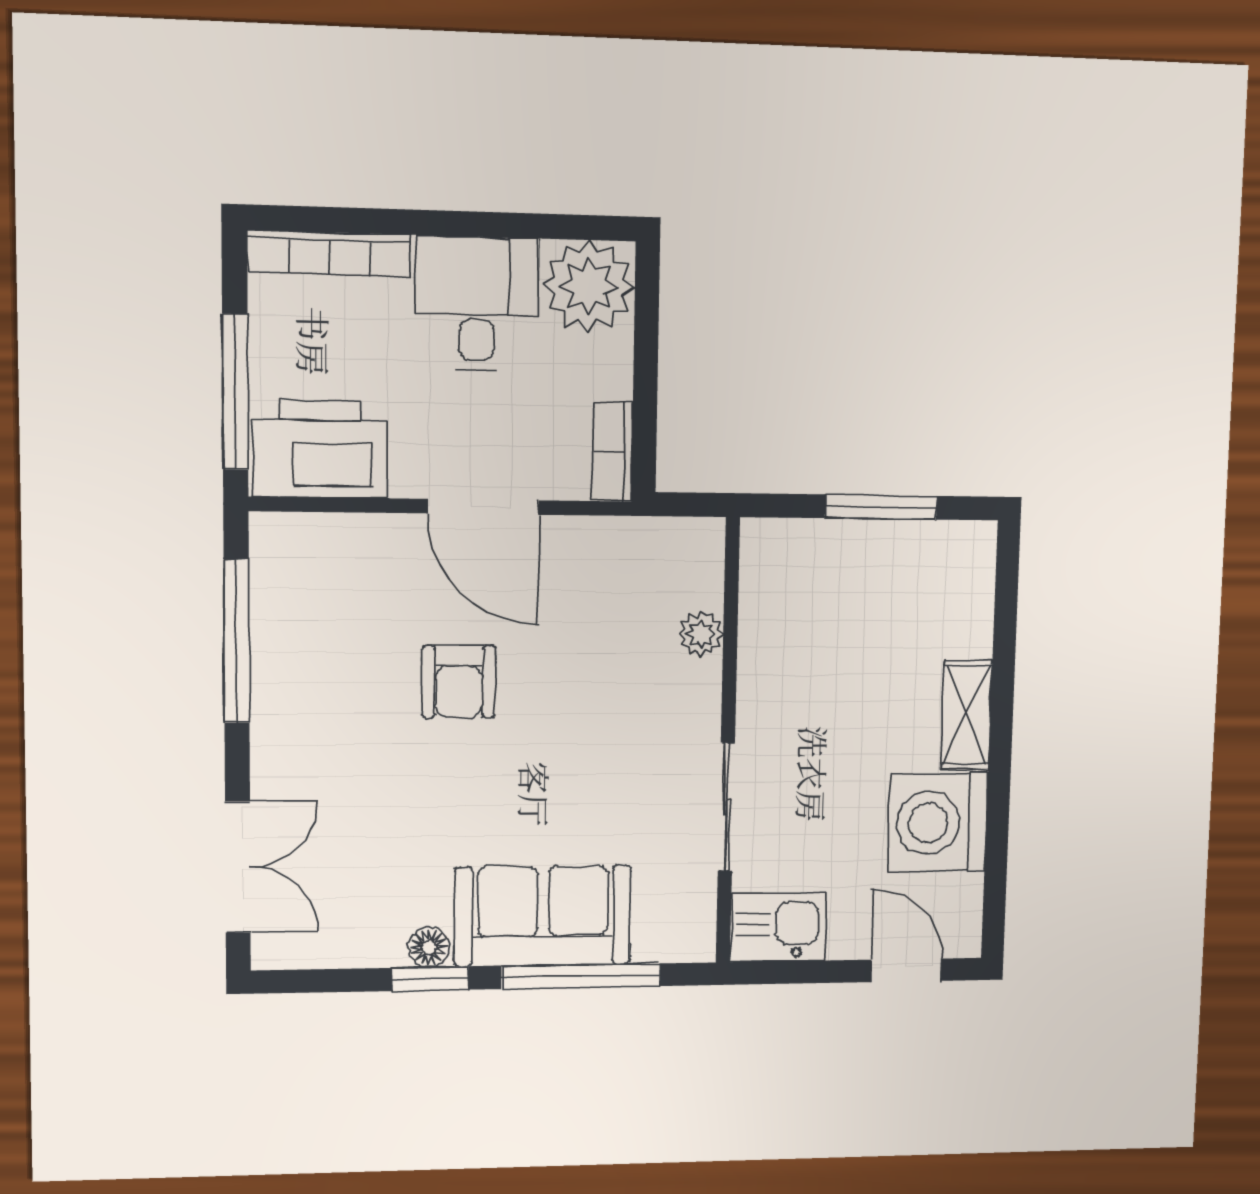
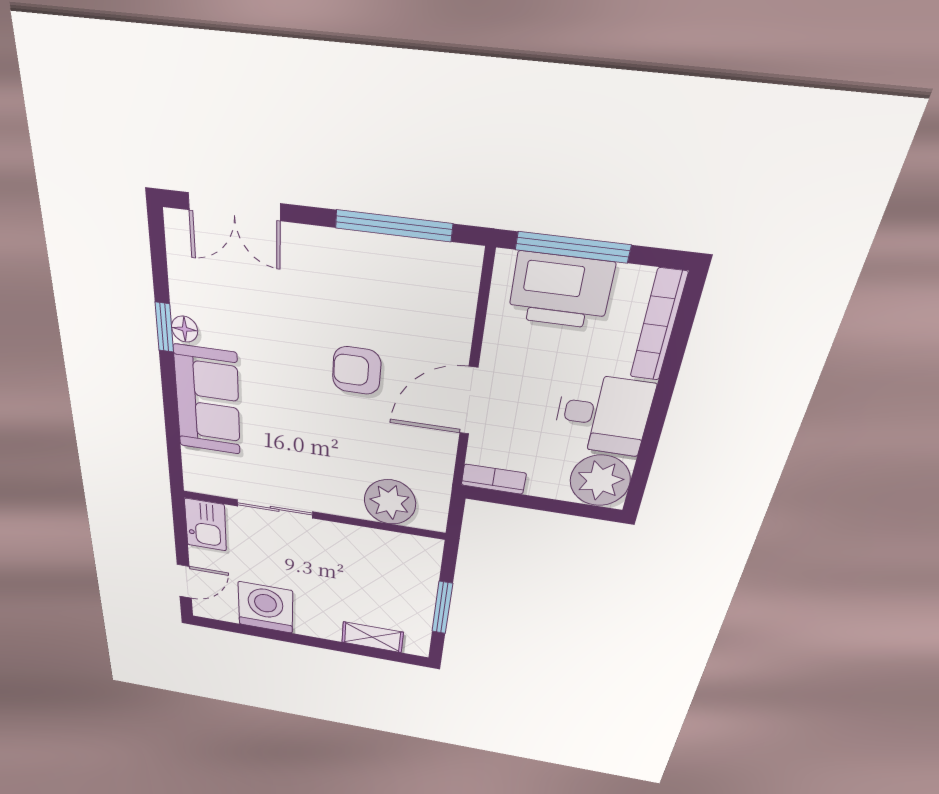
printer: (320, 449) -> (560, 291), moved, turned 90
plant: (701, 634) -> (390, 502), width x1.88, depth x1.88
shelving: (967, 715) -> (372, 637), moved
window: (581, 976) -> (171, 417), removed

